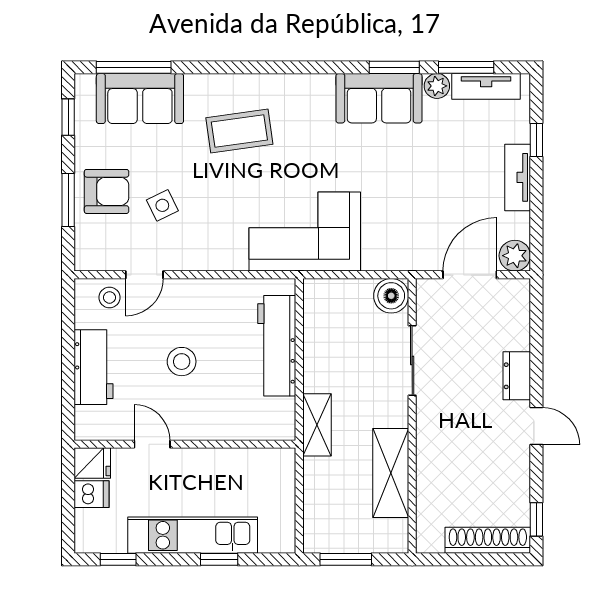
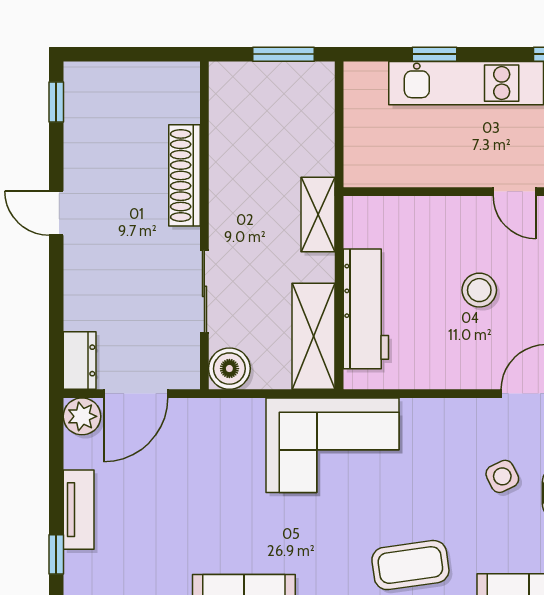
dresser: (517, 376) -> (80, 360), moved
shelving: (391, 473) -> (314, 336), moved
shoe rack: (488, 540) -> (184, 175), moved, turned 90

